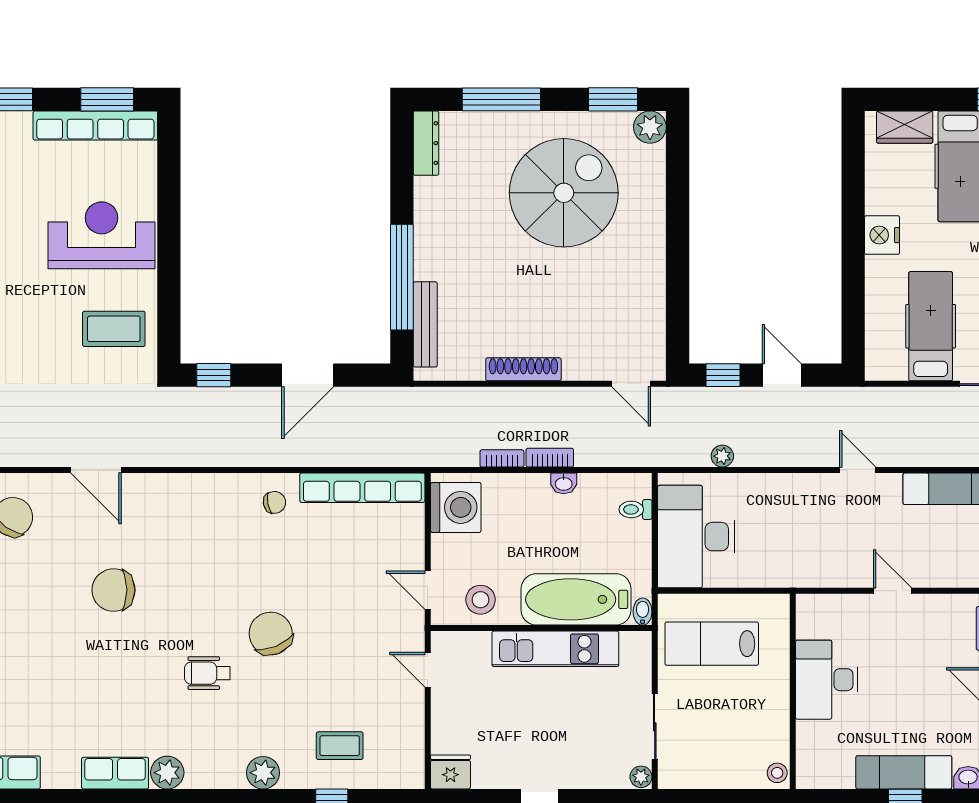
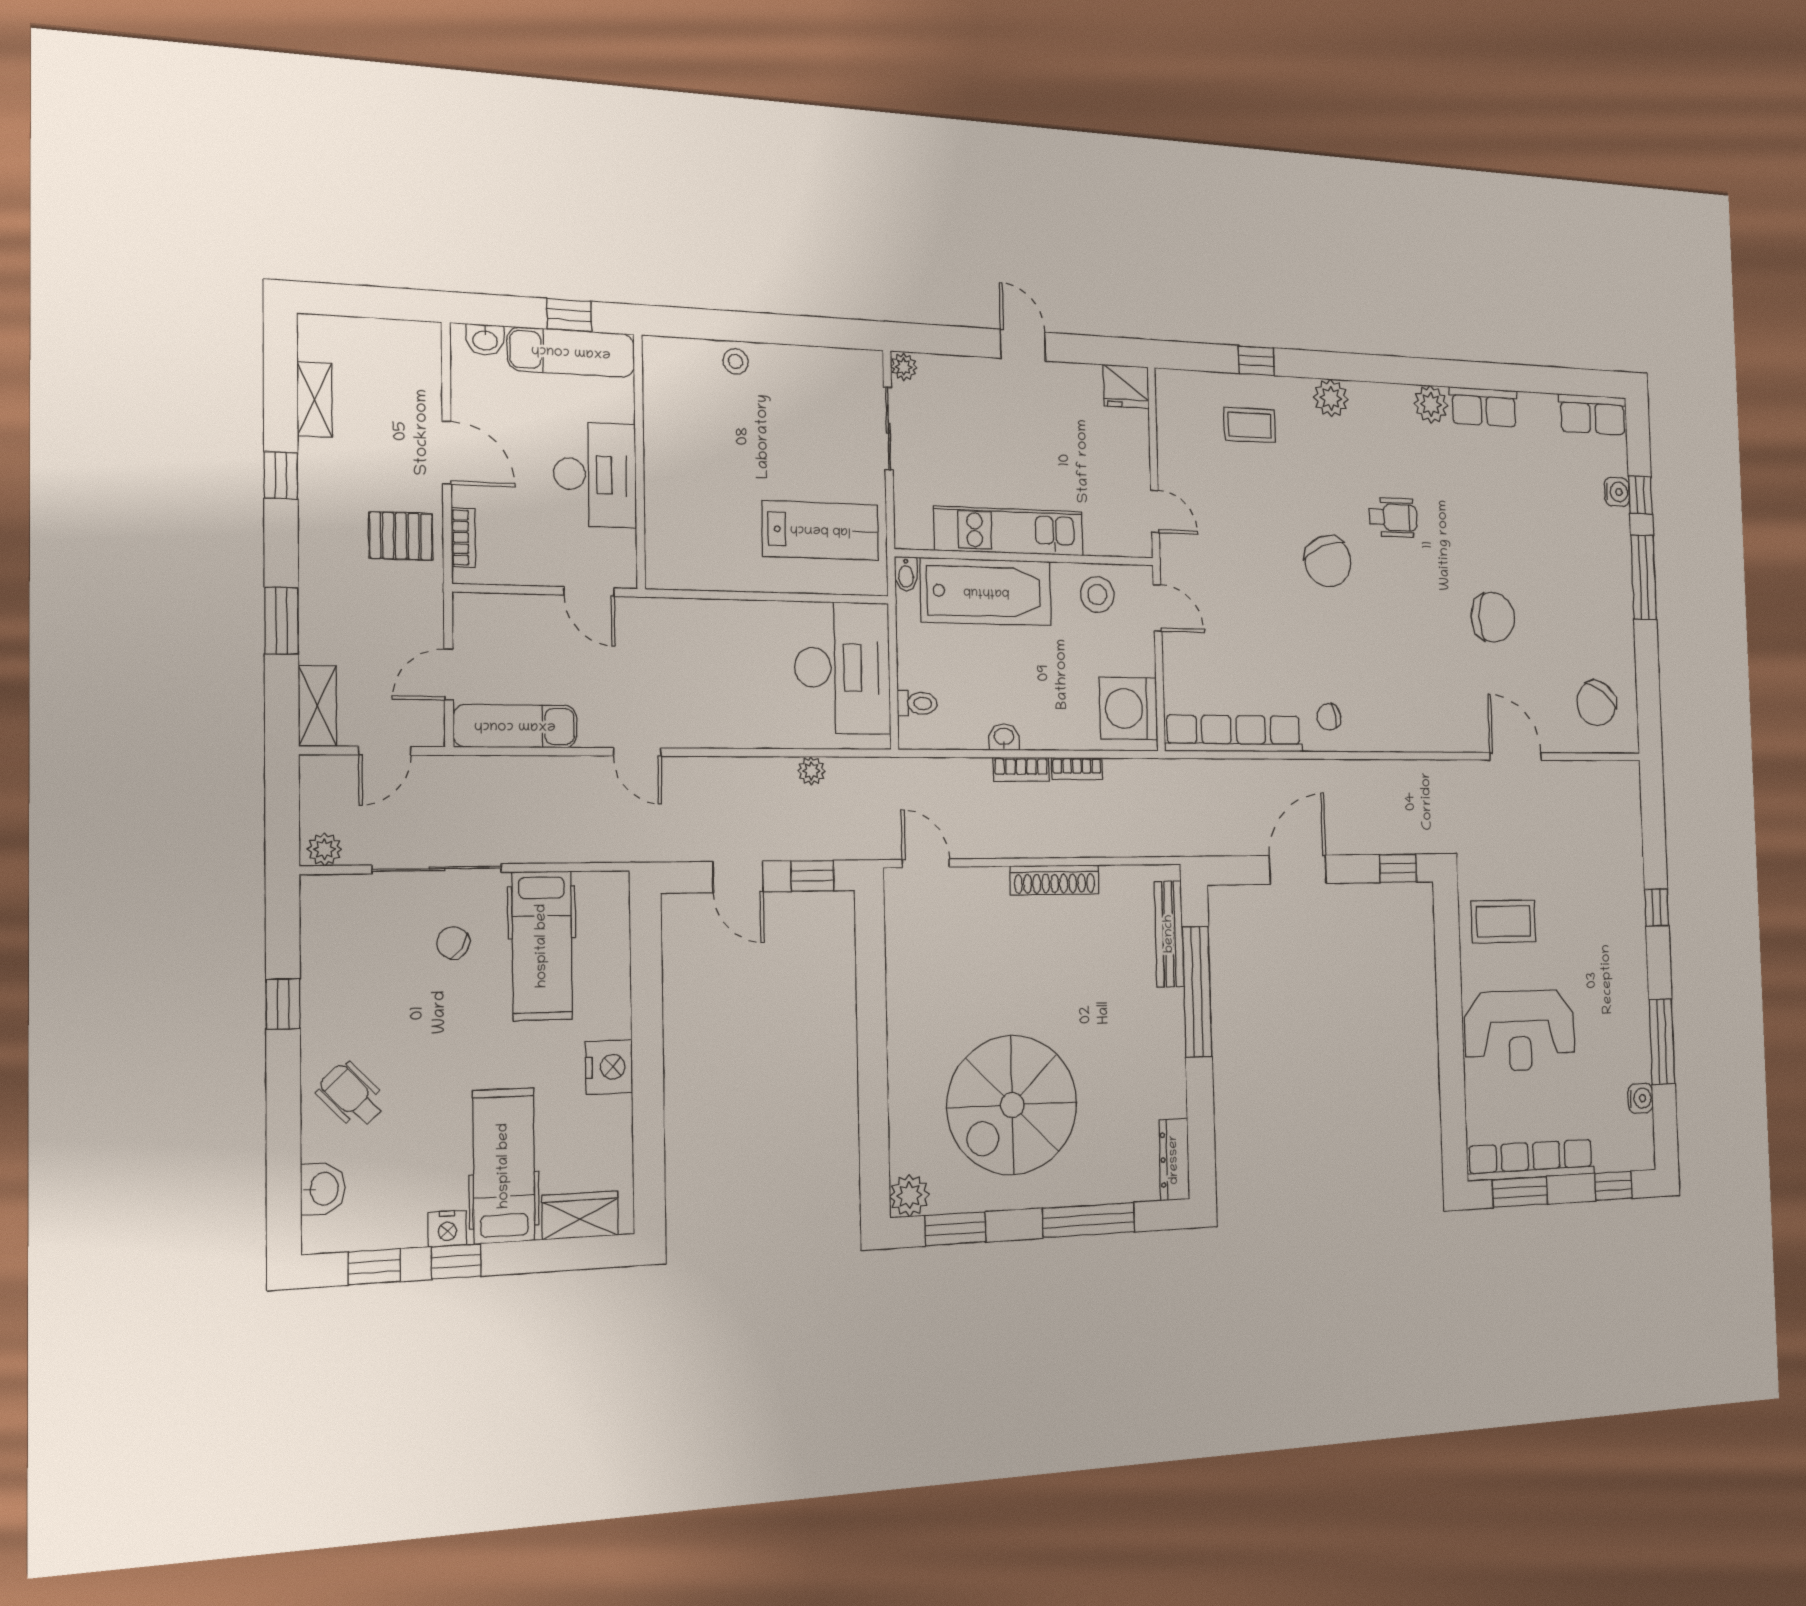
desk: (827, 680) -> (595, 475), moved
wall: (793, 691) -> (639, 461), moved

